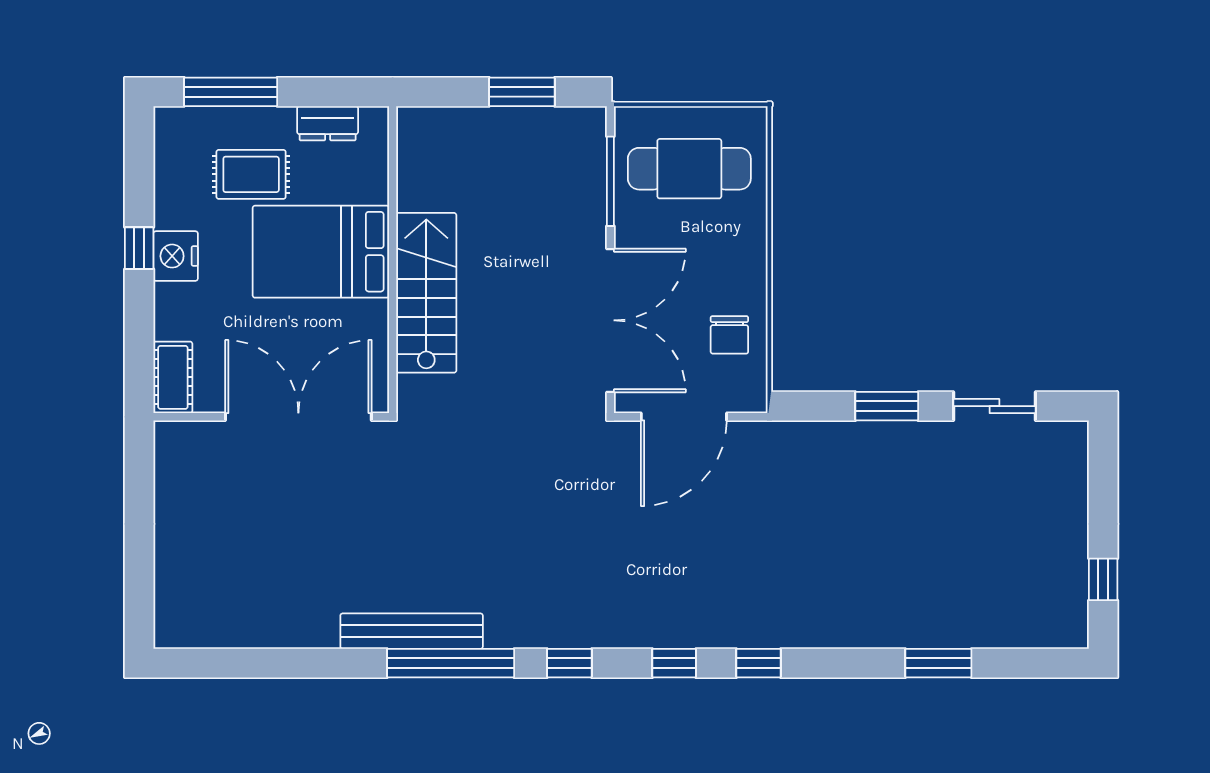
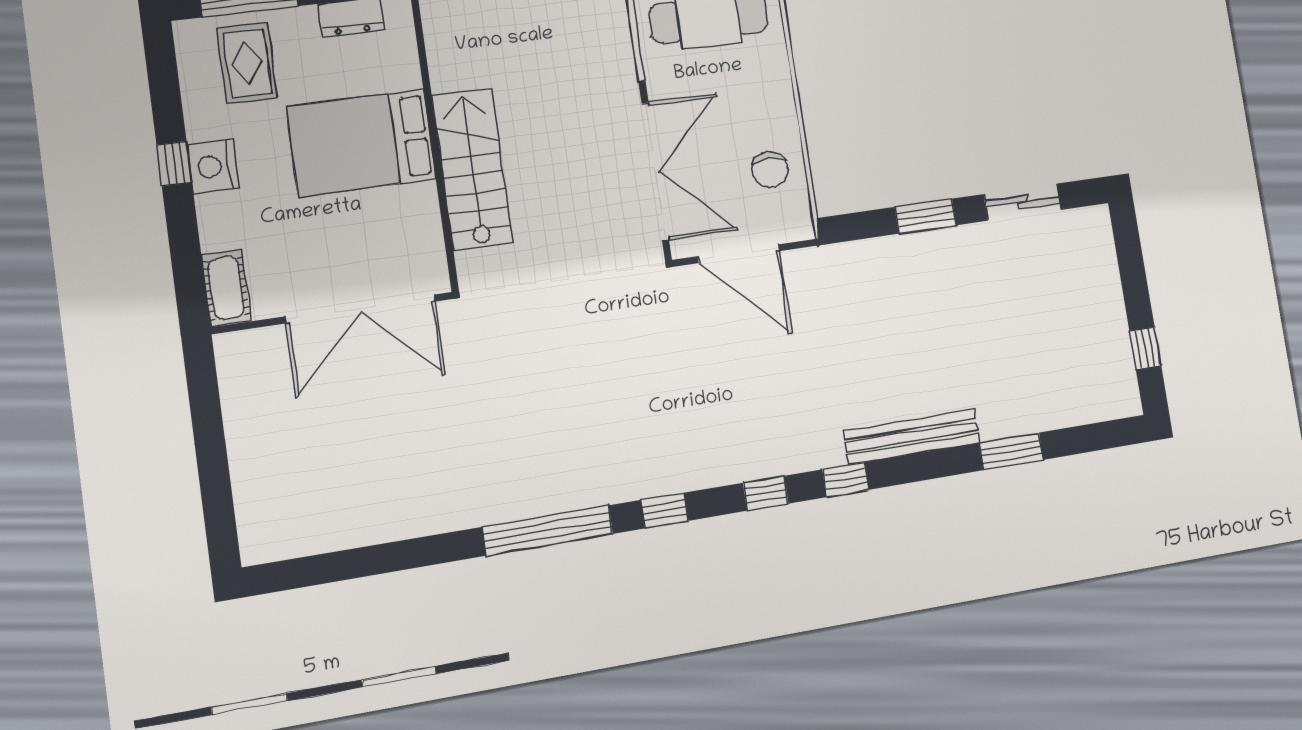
rug: (251, 174) -> (247, 63), moved, turned 90
double door: (298, 417) -> (361, 309), swing flipped
door: (684, 417) -> (739, 254), hinge flipped
bench: (412, 631) -> (912, 437), moved

